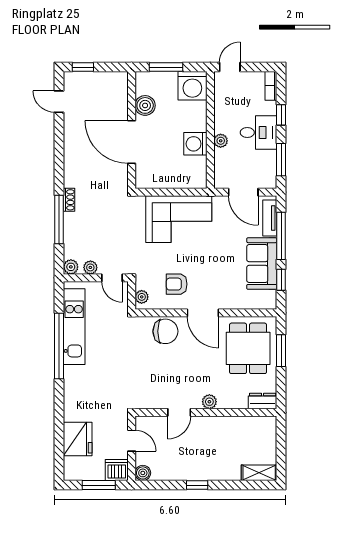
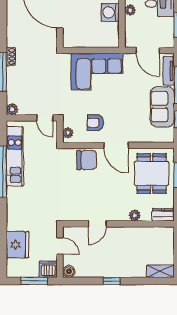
plant: (90, 267) -> (28, 110), removed
plant: (209, 402) -> (135, 215), moved

